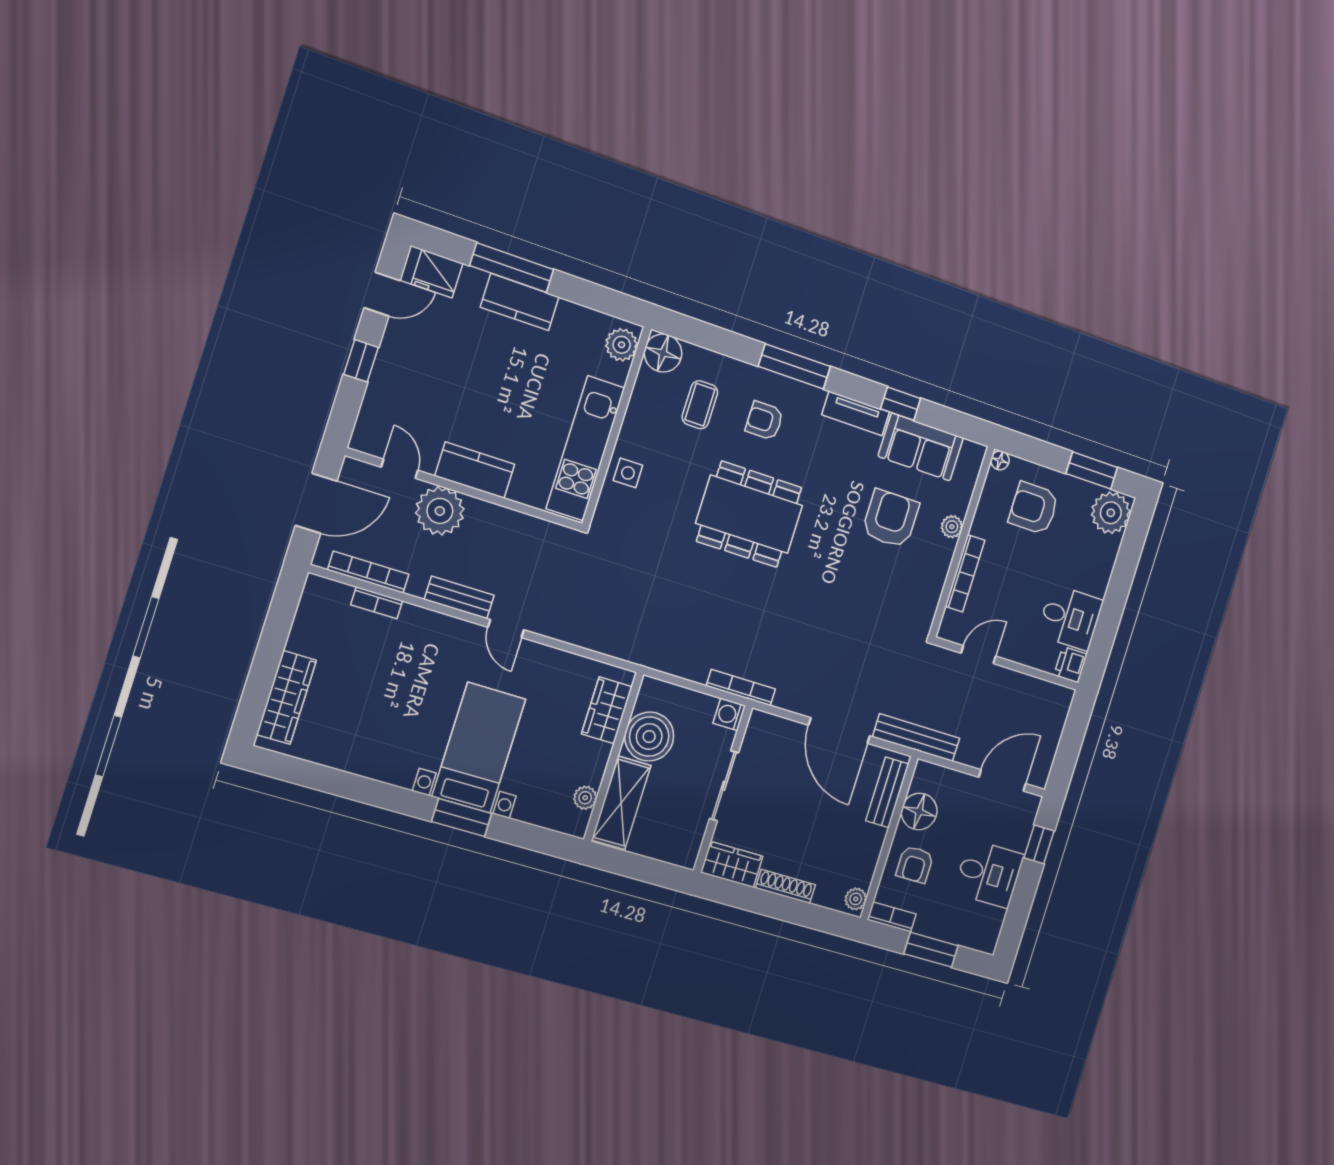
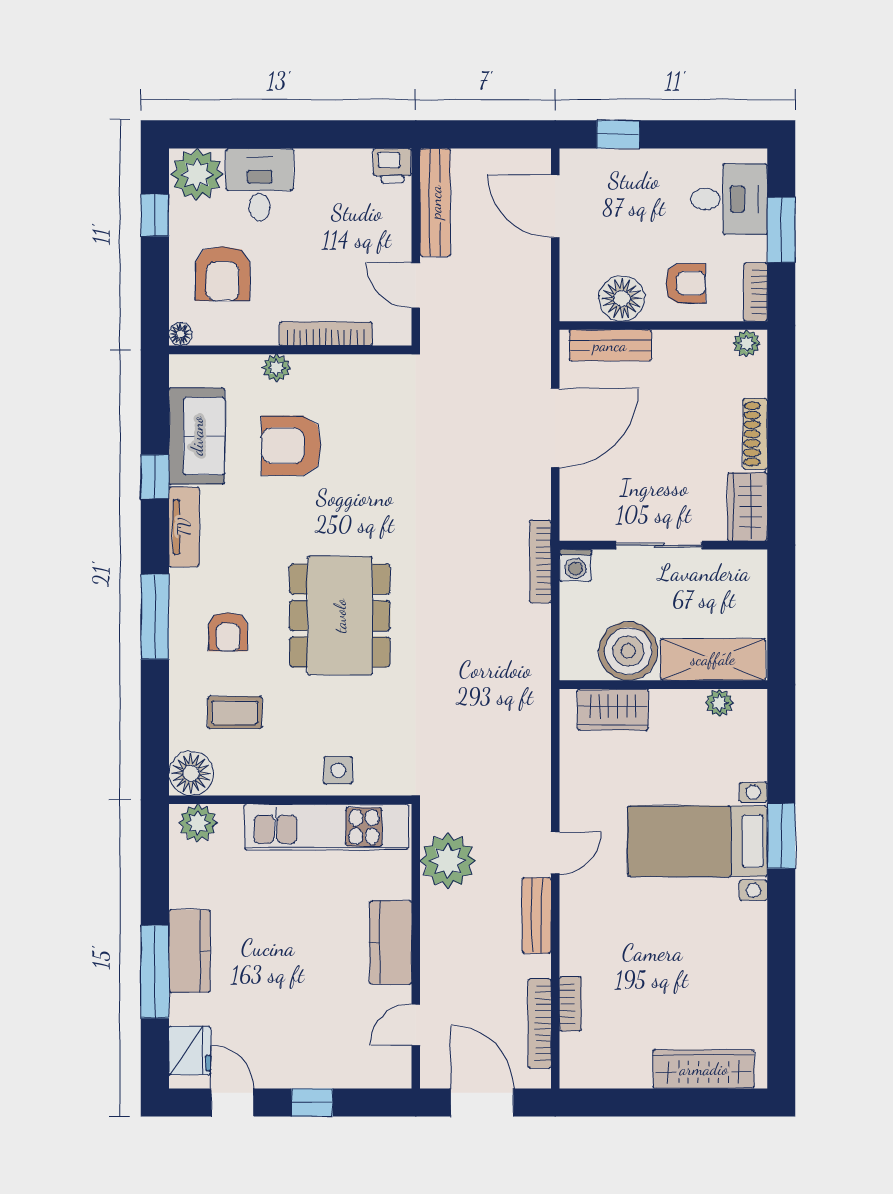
window: (1092, 470) -> (155, 215), width x0.67
plant: (440, 511) -> (448, 861), moved
desk: (1070, 618) -> (260, 185), moved
bench: (916, 738) -> (435, 202), moved
desk: (989, 874) -> (729, 199), moved, turned 90

